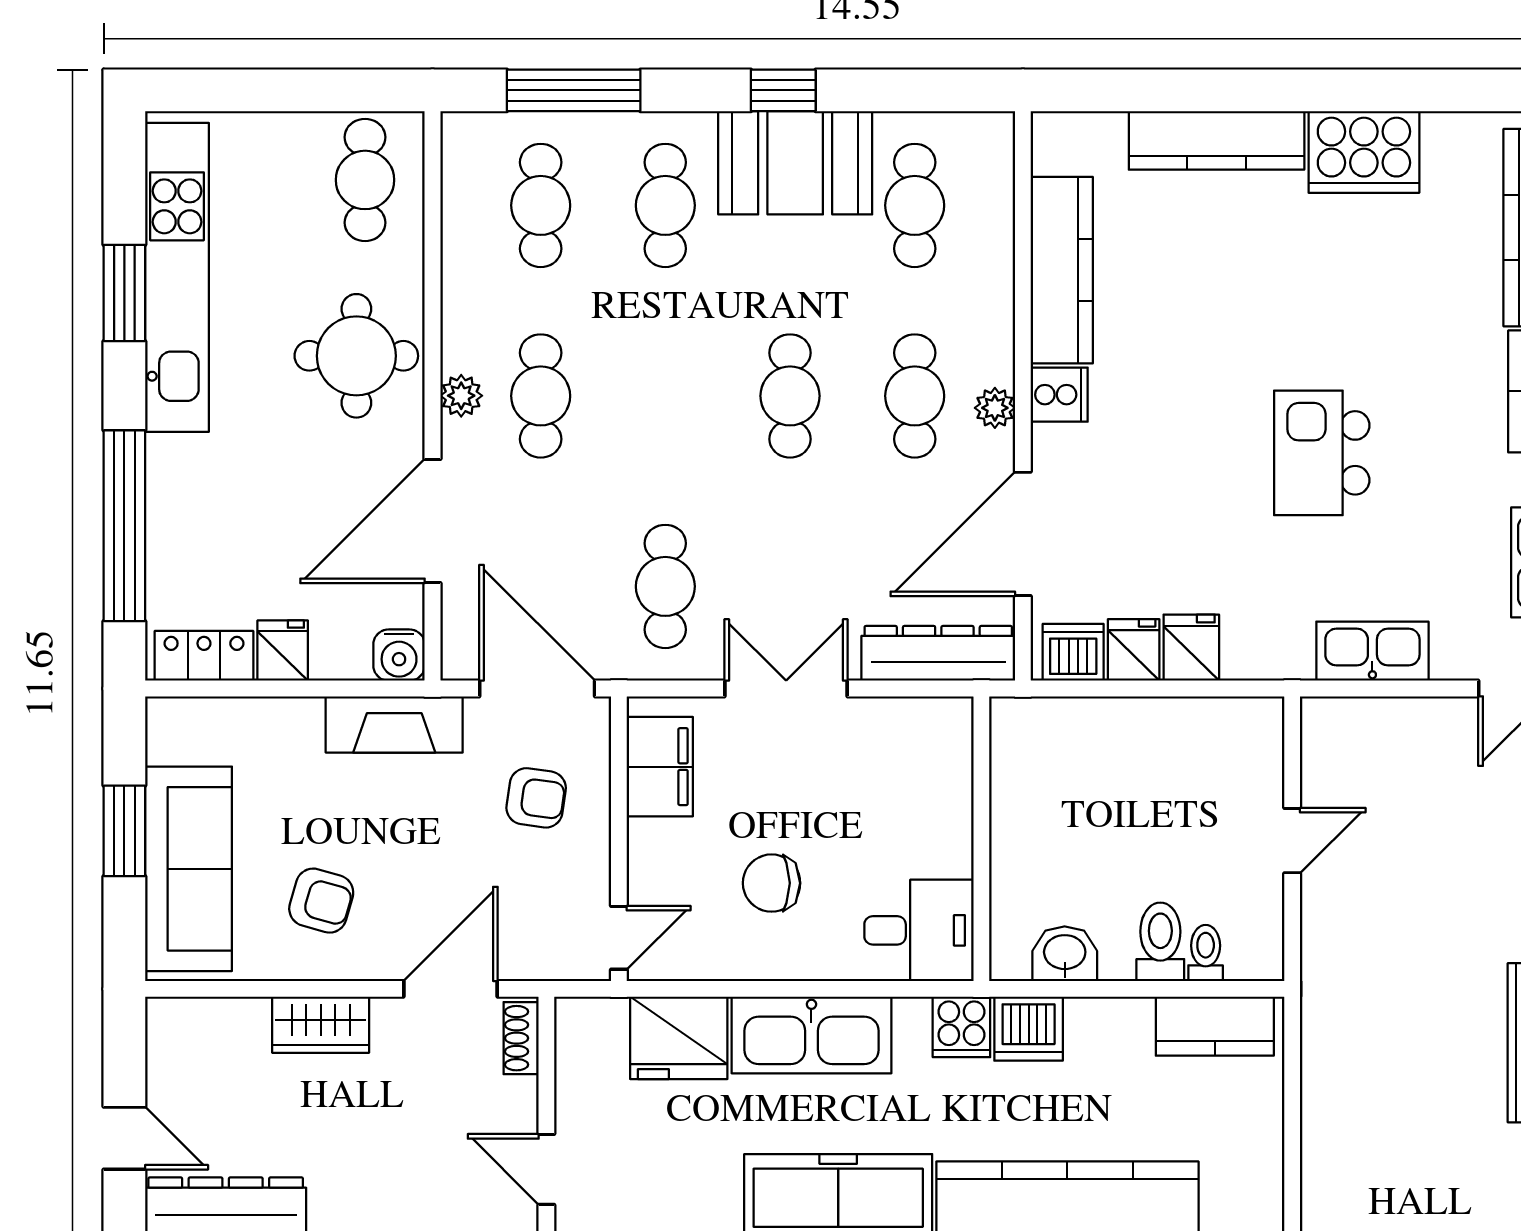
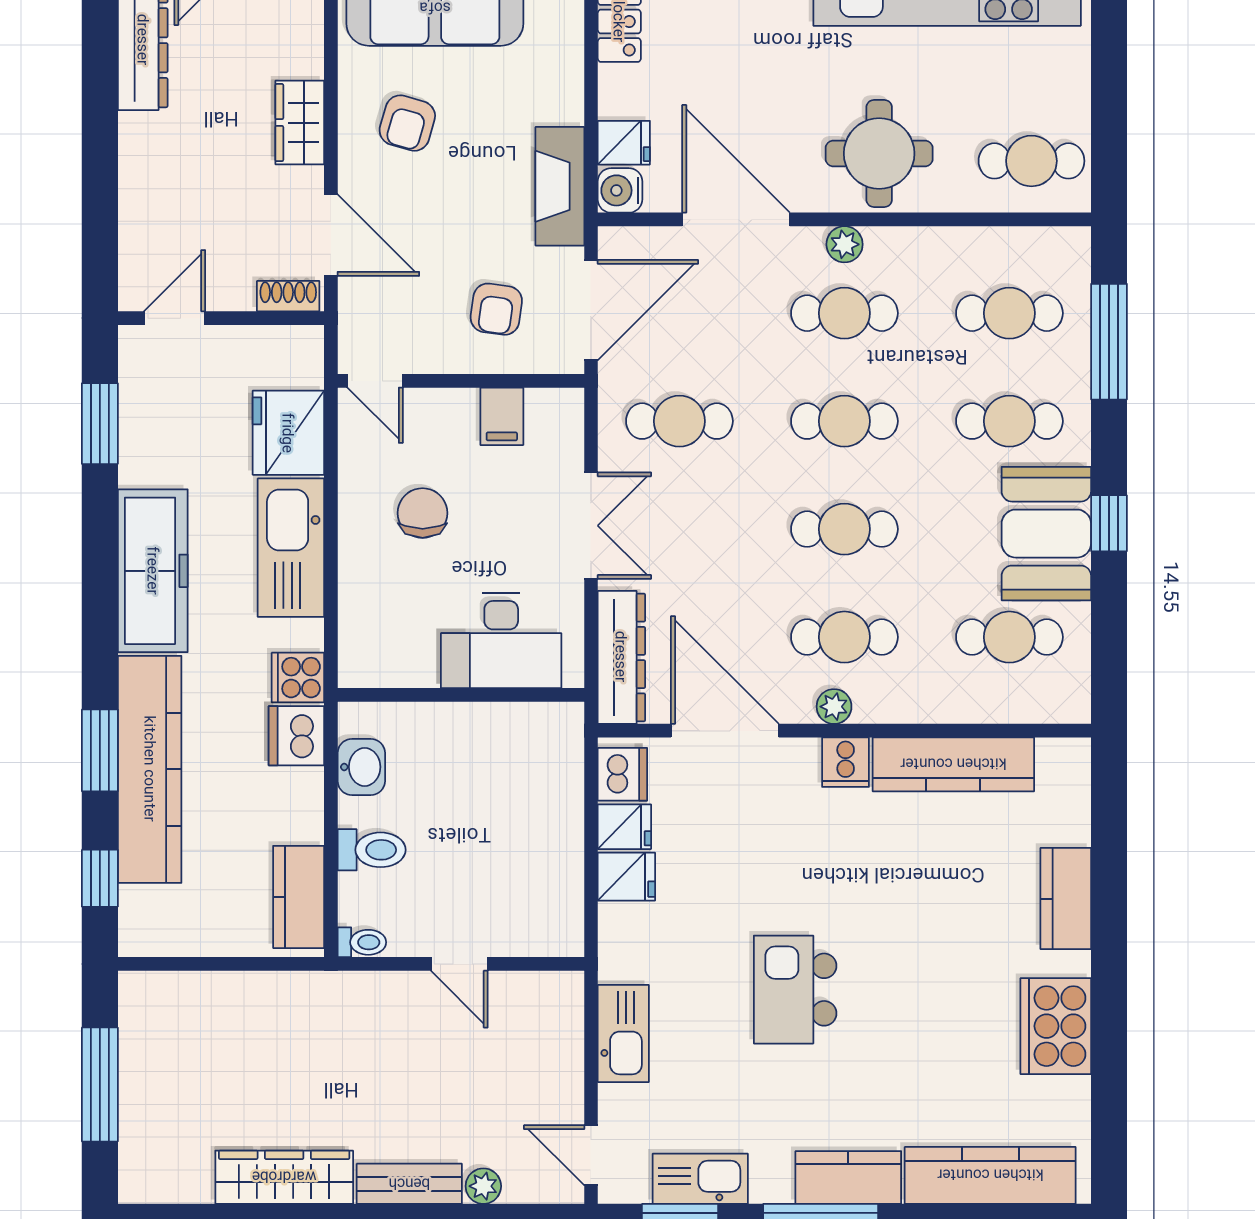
kitchen counter: (1217, 140) -> (1066, 899), width x0.67
cafe table: (665, 396) -> (844, 421), added
kitchen island: (1322, 453) -> (795, 990), turned -90
fridge: (283, 651) -> (624, 143), moved
filing cabinet: (660, 767) -> (502, 416), width x0.50
desk: (919, 930) -> (501, 641), moved, width x1.37
toilet: (1206, 953) -> (362, 942), moved

